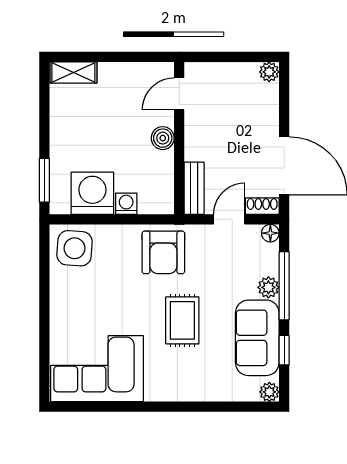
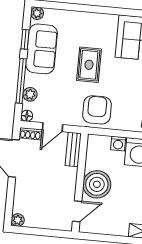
boiler: (163, 138) -> (97, 184), width x1.86, depth x1.86
plant: (268, 287) -> (30, 94), moved

